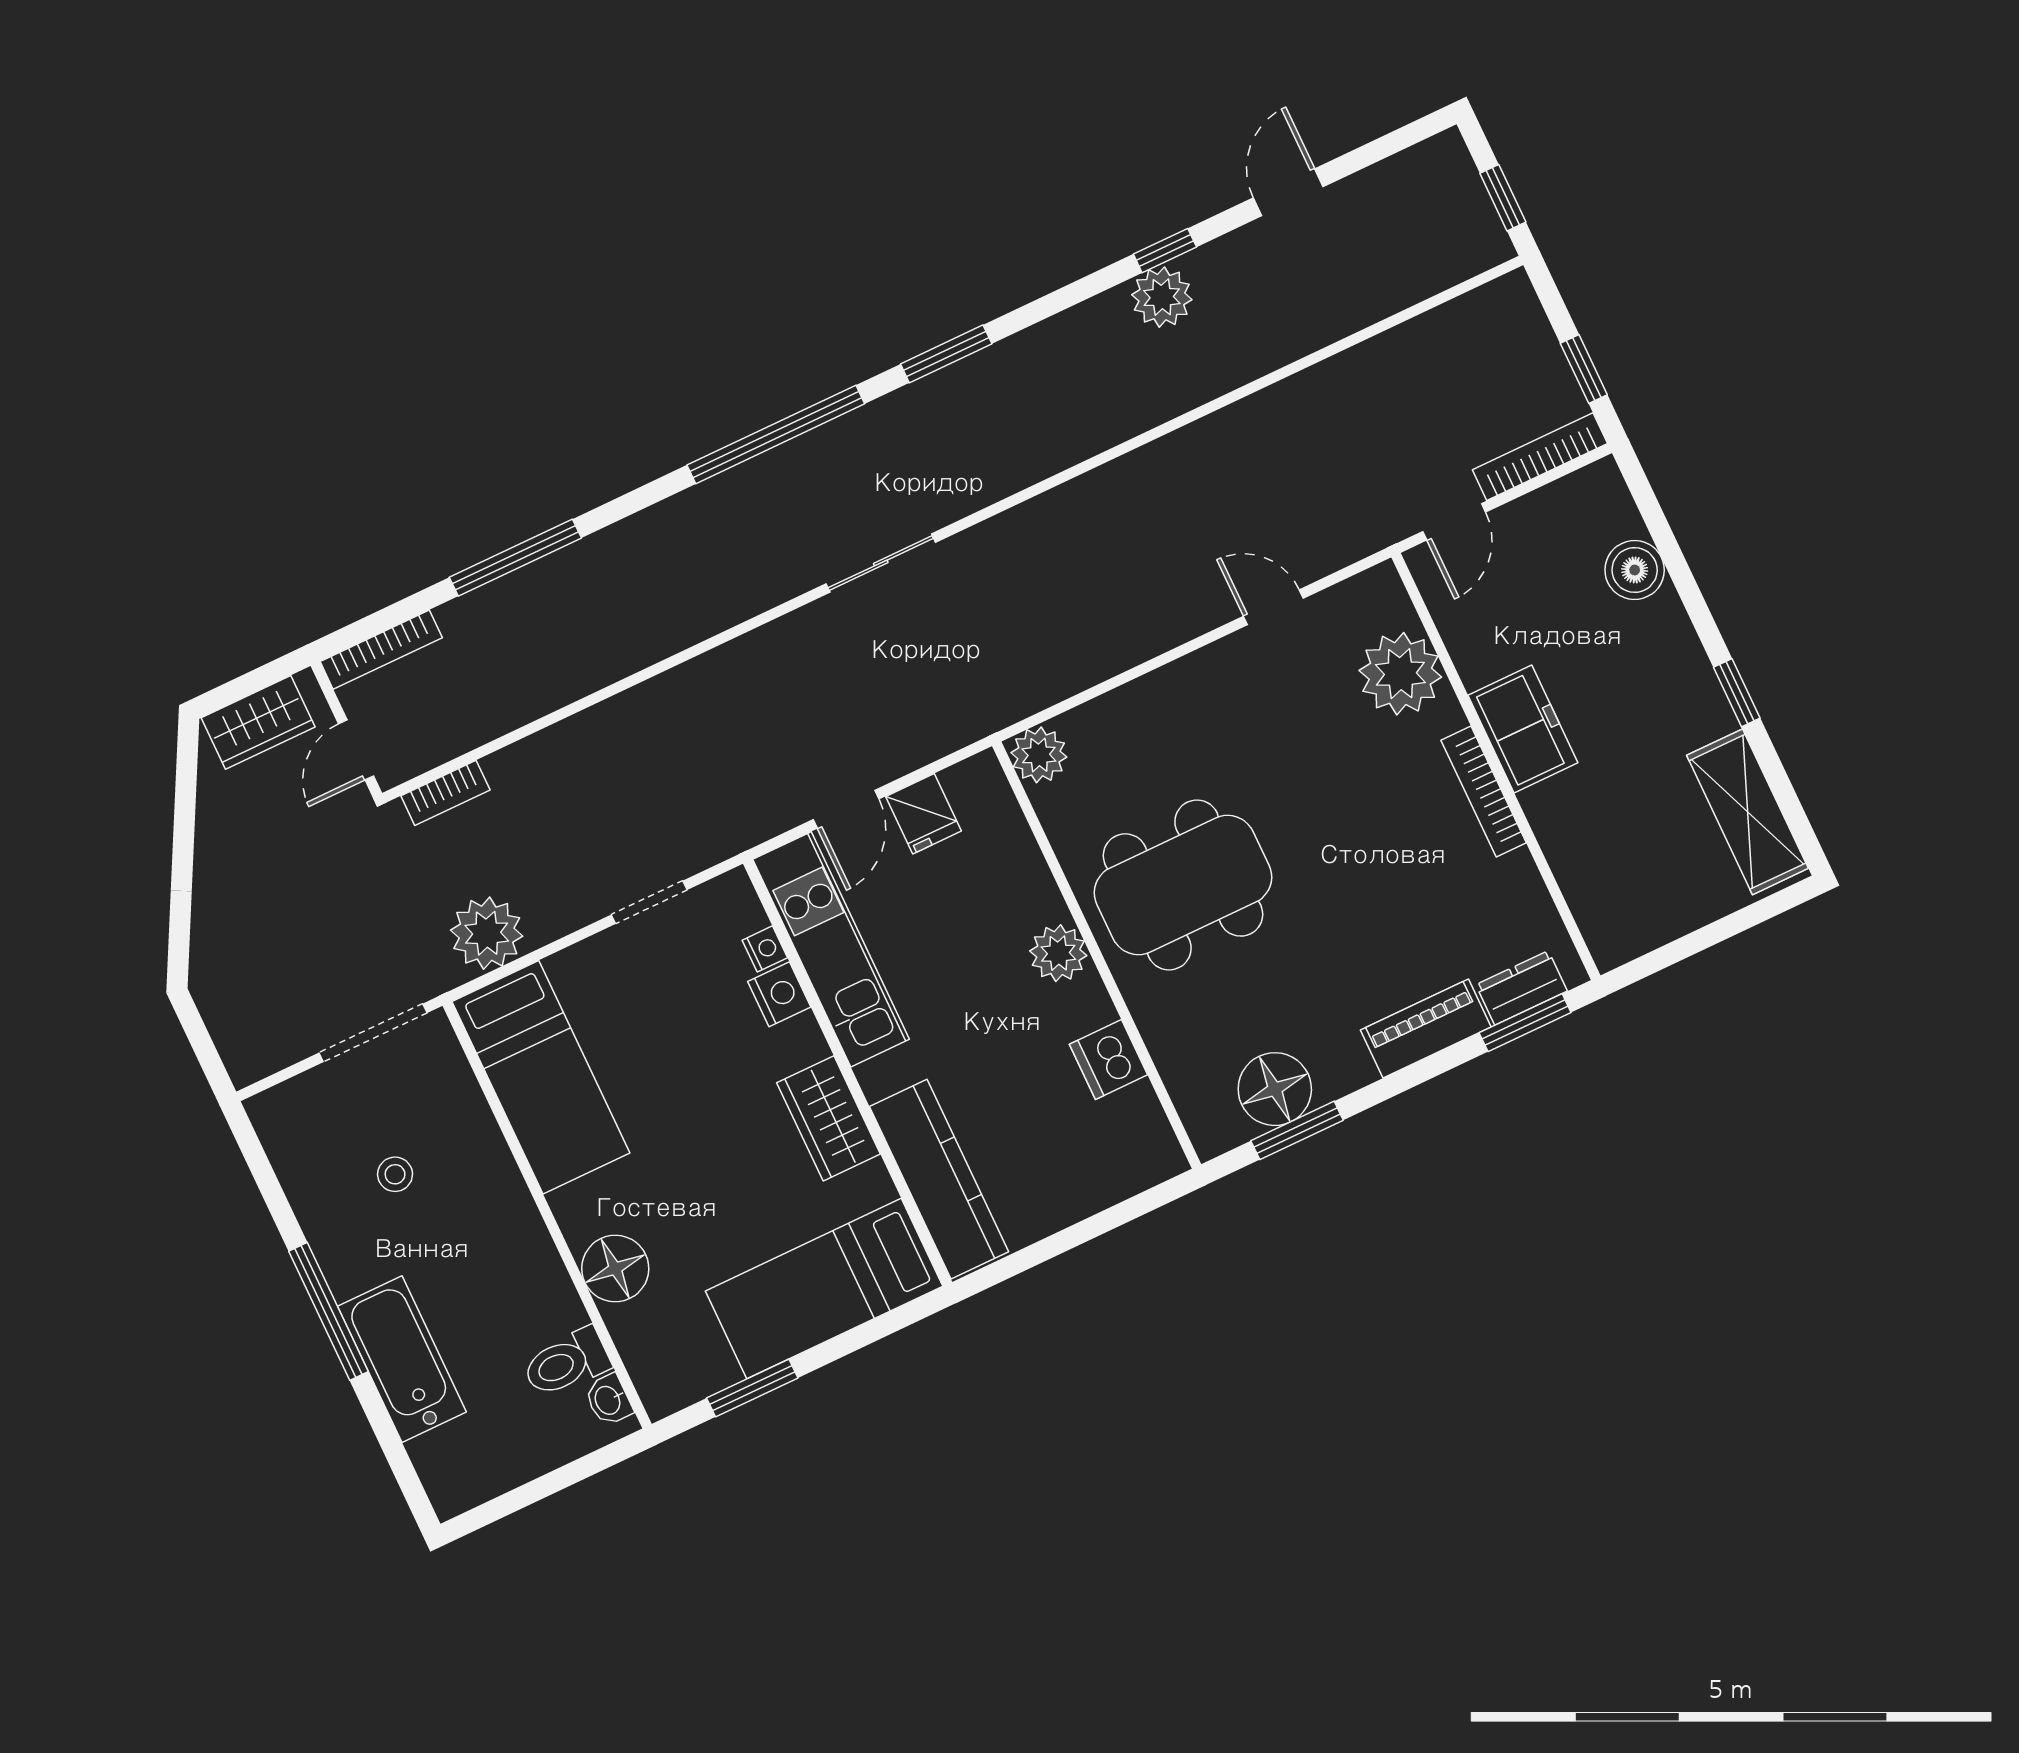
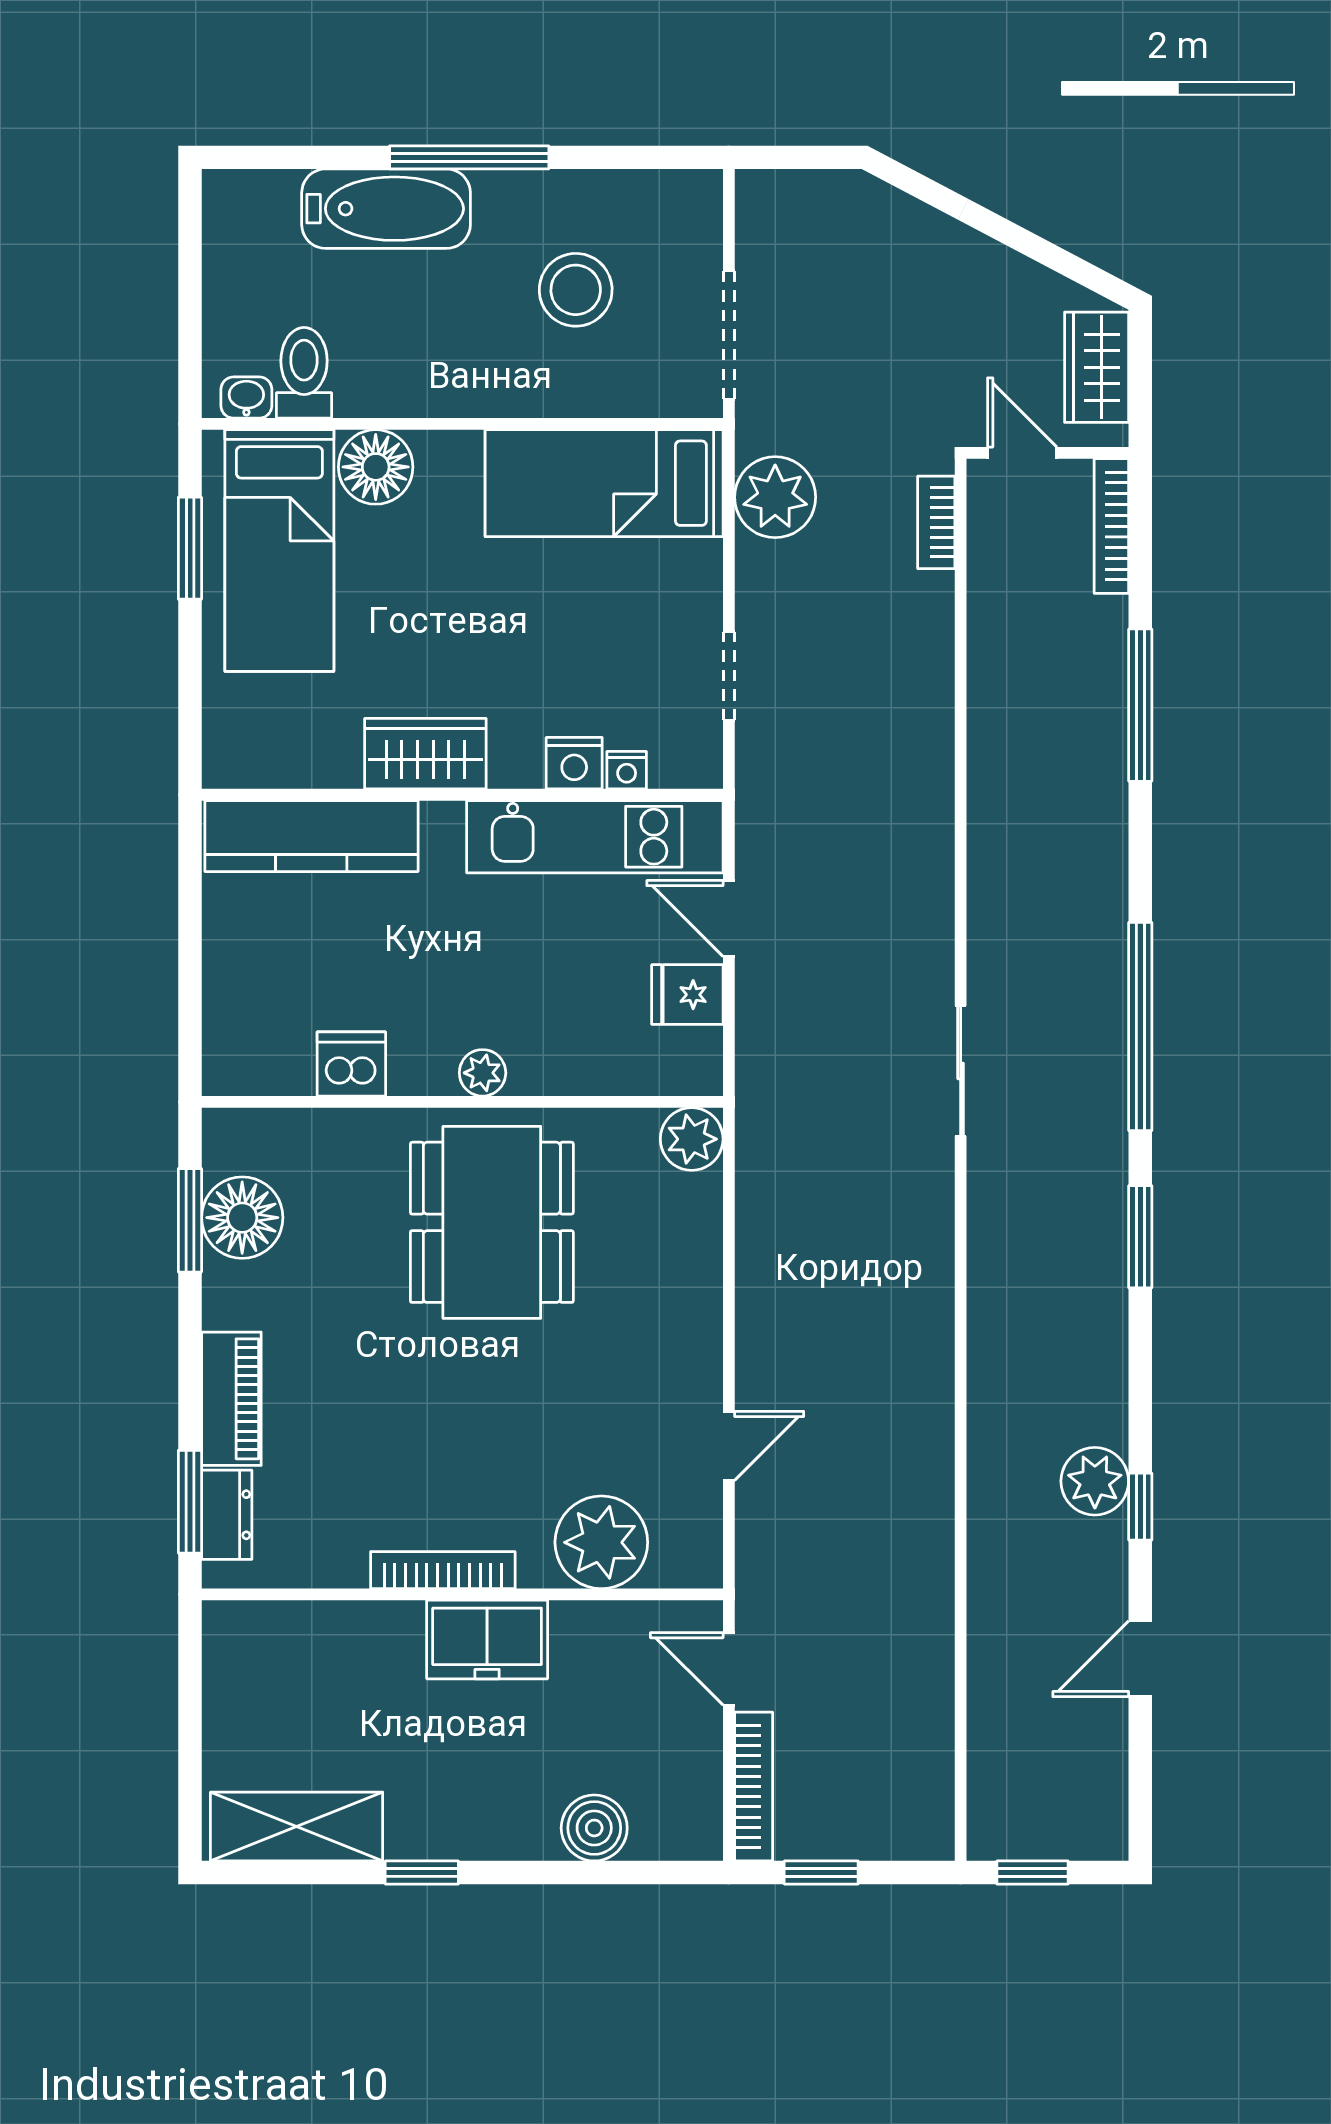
door: (1288, 192) -> (1140, 1659), swing flipped
plant: (1058, 953) -> (483, 1073), width x0.73, depth x0.73
stool: (395, 1174) -> (576, 290), width x1.89, depth x1.89
bed: (824, 1289) -> (279, 551), moved, turned 180

